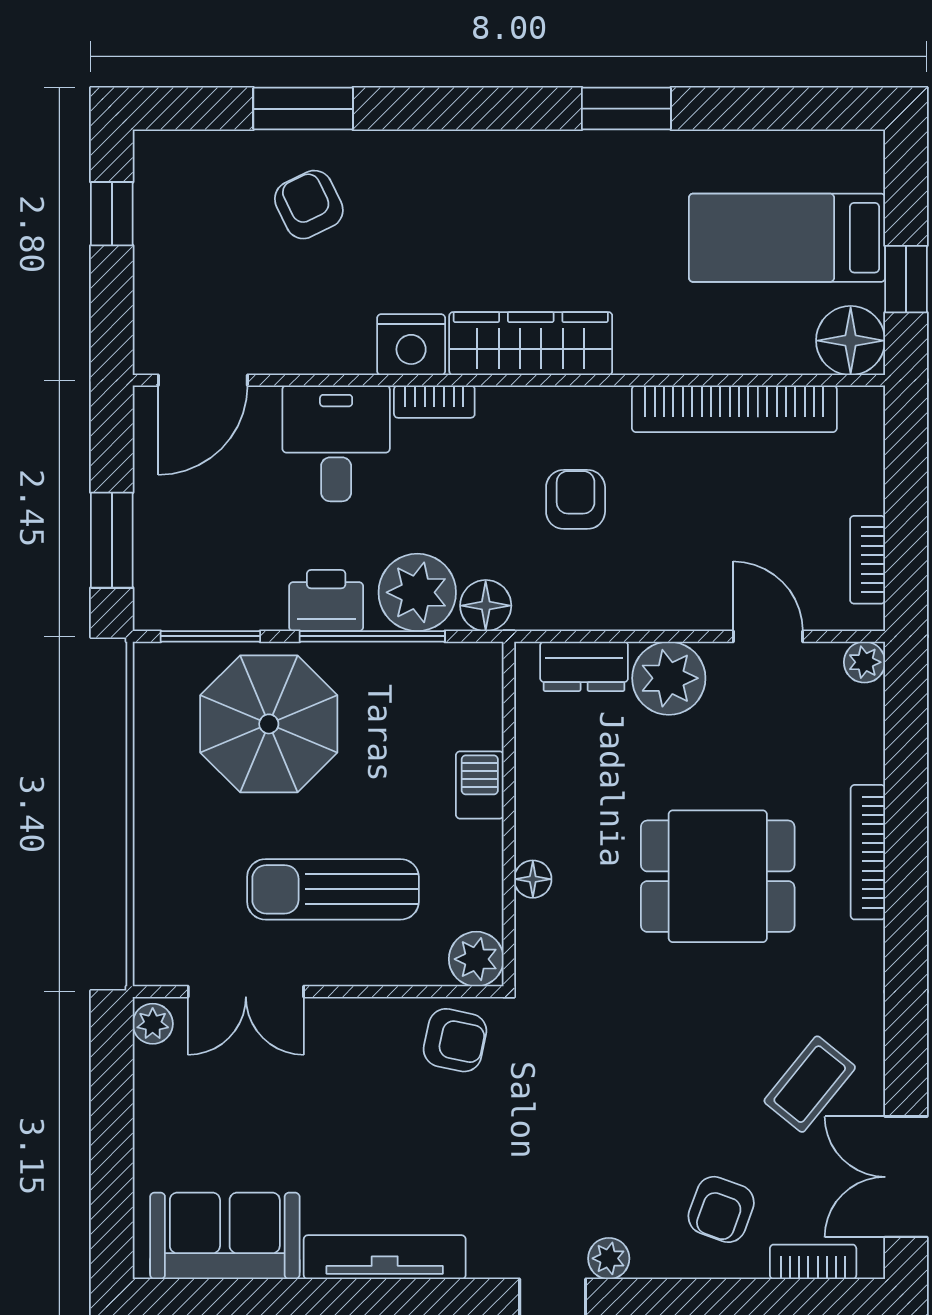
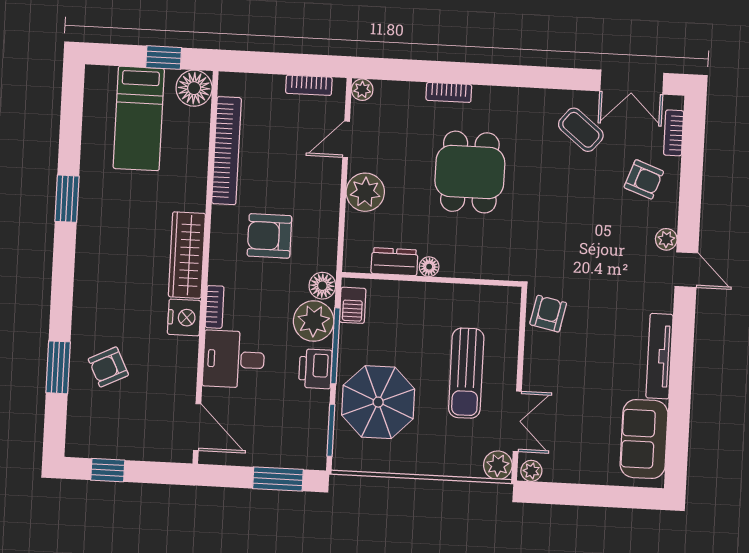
armchair: (576, 499) -> (269, 236), width x1.38, depth x1.38
dresser: (584, 666) -> (394, 262), moved, turned -90
barbecue: (480, 785) -> (353, 305), moved, turned -90
bookcase: (868, 852) -> (449, 92), width x0.64
floor lamp: (533, 879) -> (429, 267), moved
plant: (476, 959) -> (498, 465), moved

